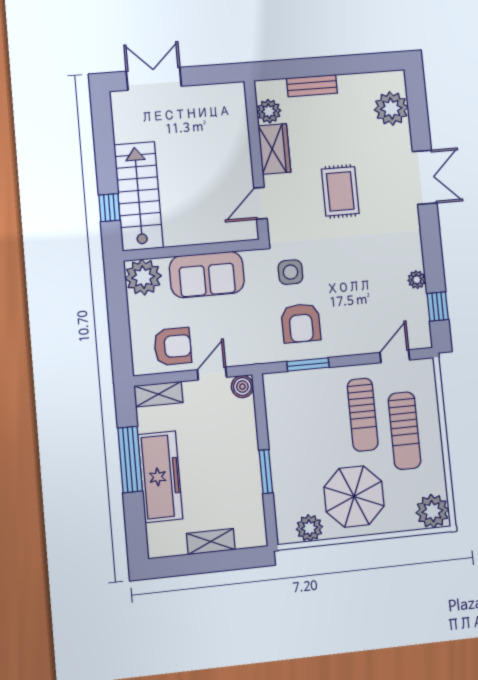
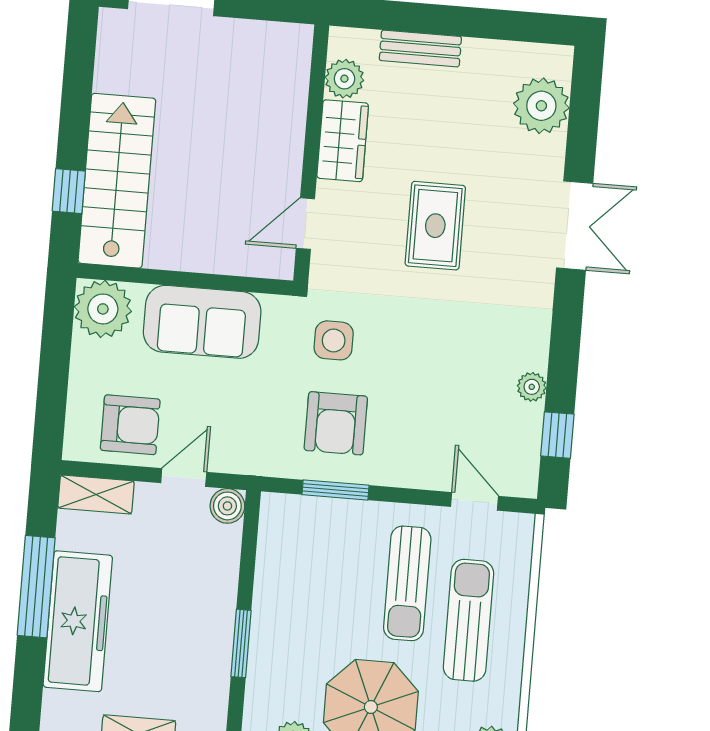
door: (395, 356) -> (474, 501), hinge flipped
sun lounger: (405, 431) -> (469, 620), turned 180

